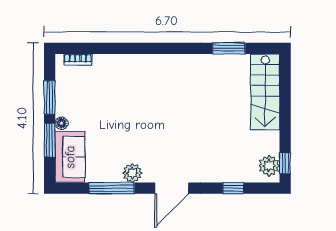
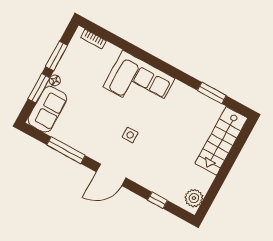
corner sofa: (148, 79) -> (139, 83), added
side table: (169, 137) -> (130, 135), added
window: (285, 163) -> (207, 203), removed
plant: (132, 173) -> (88, 147), removed

